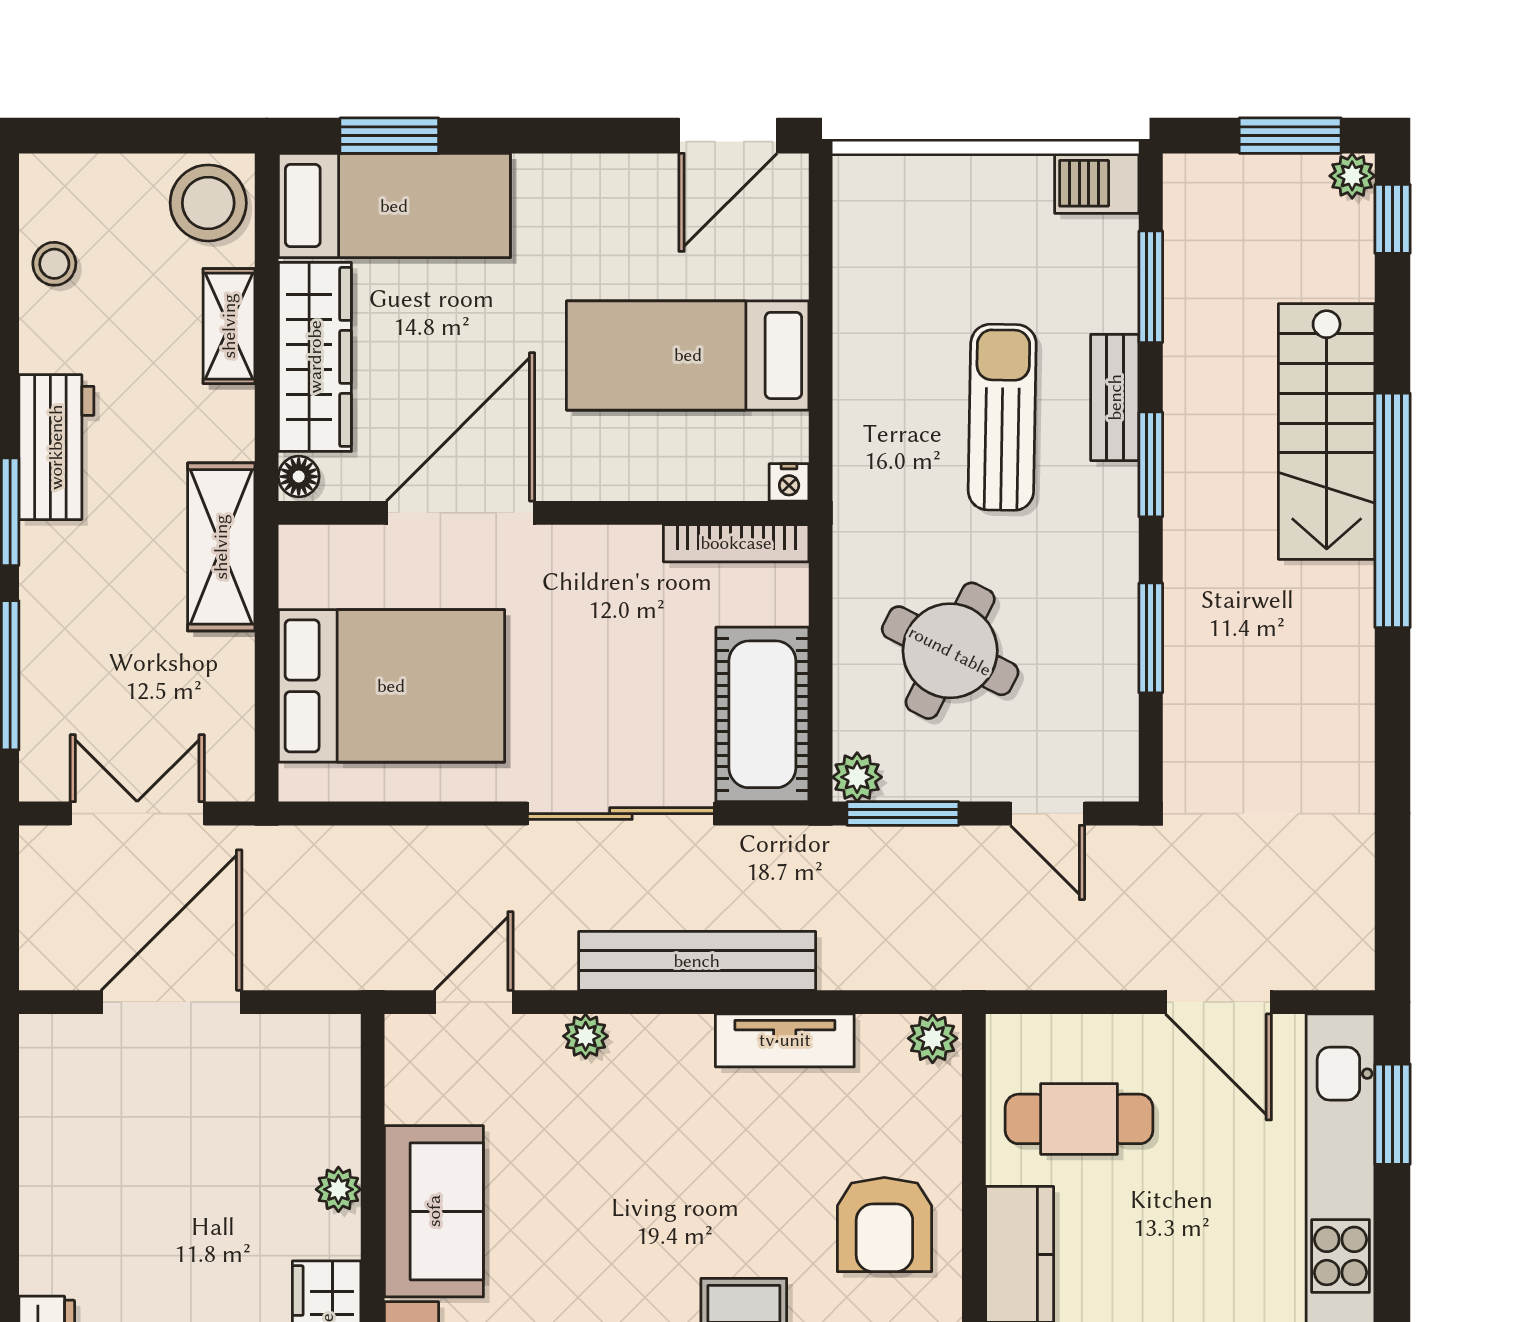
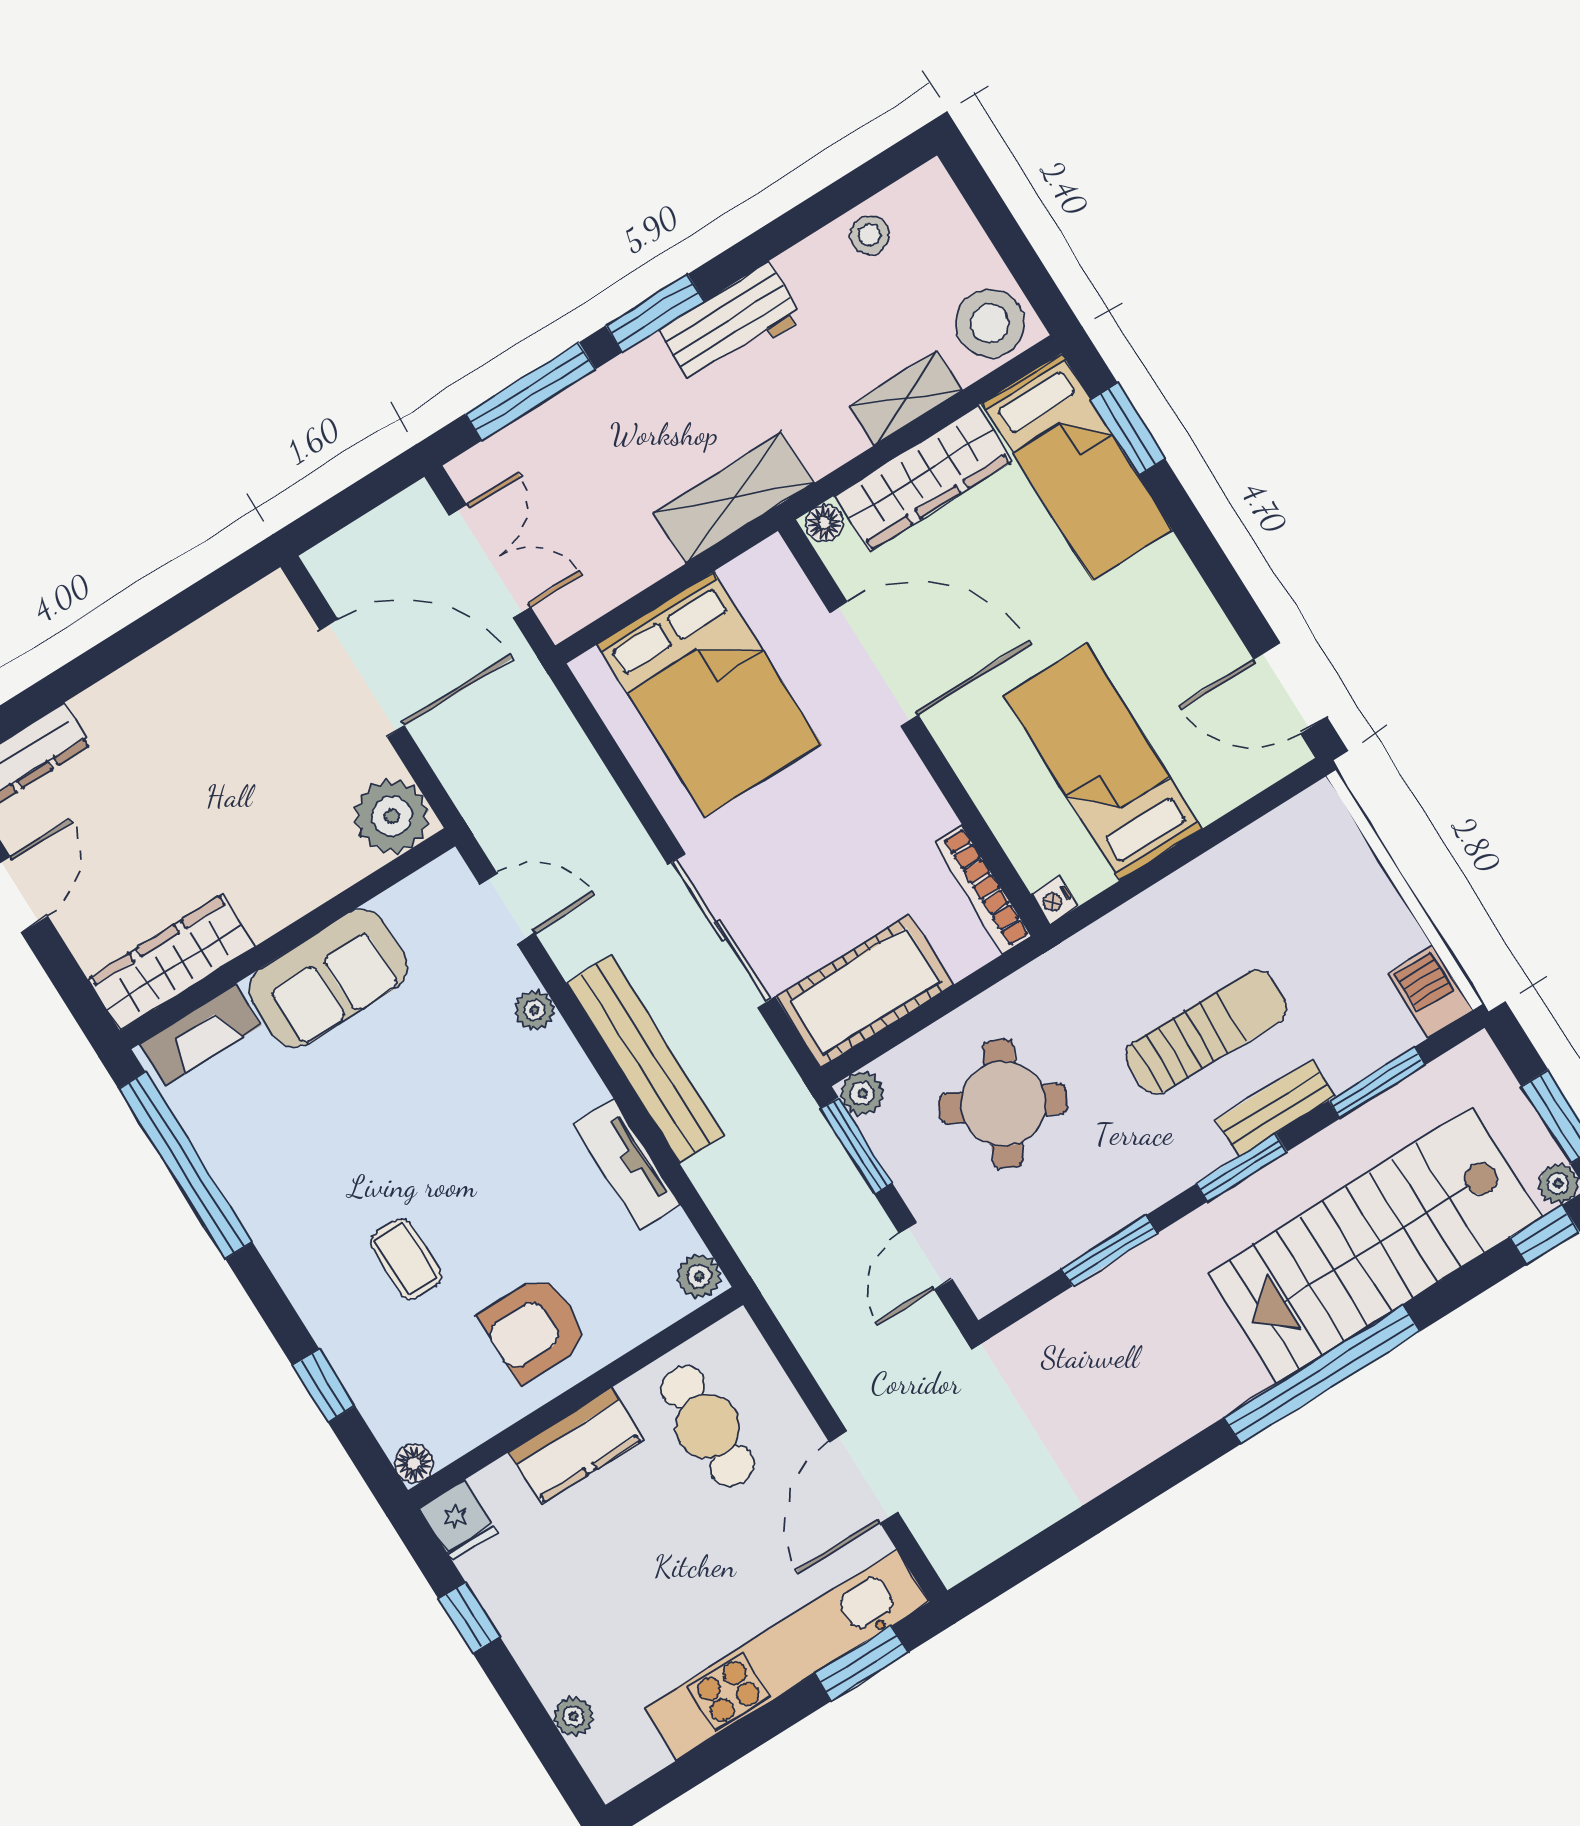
stairs: (1327, 432) -> (1375, 1245), width x1.36, depth x1.51
plant: (338, 1189) -> (392, 816), moved, width x1.88, depth x1.88

